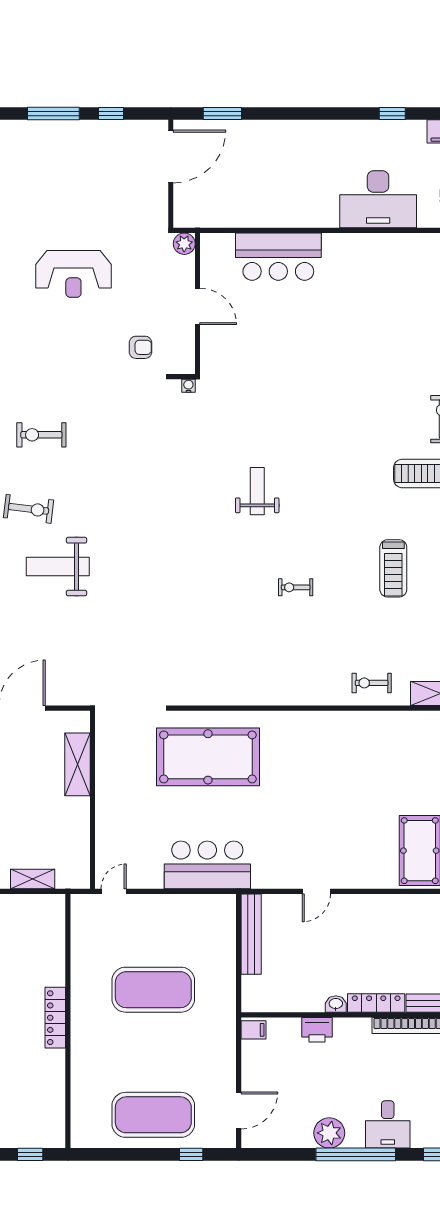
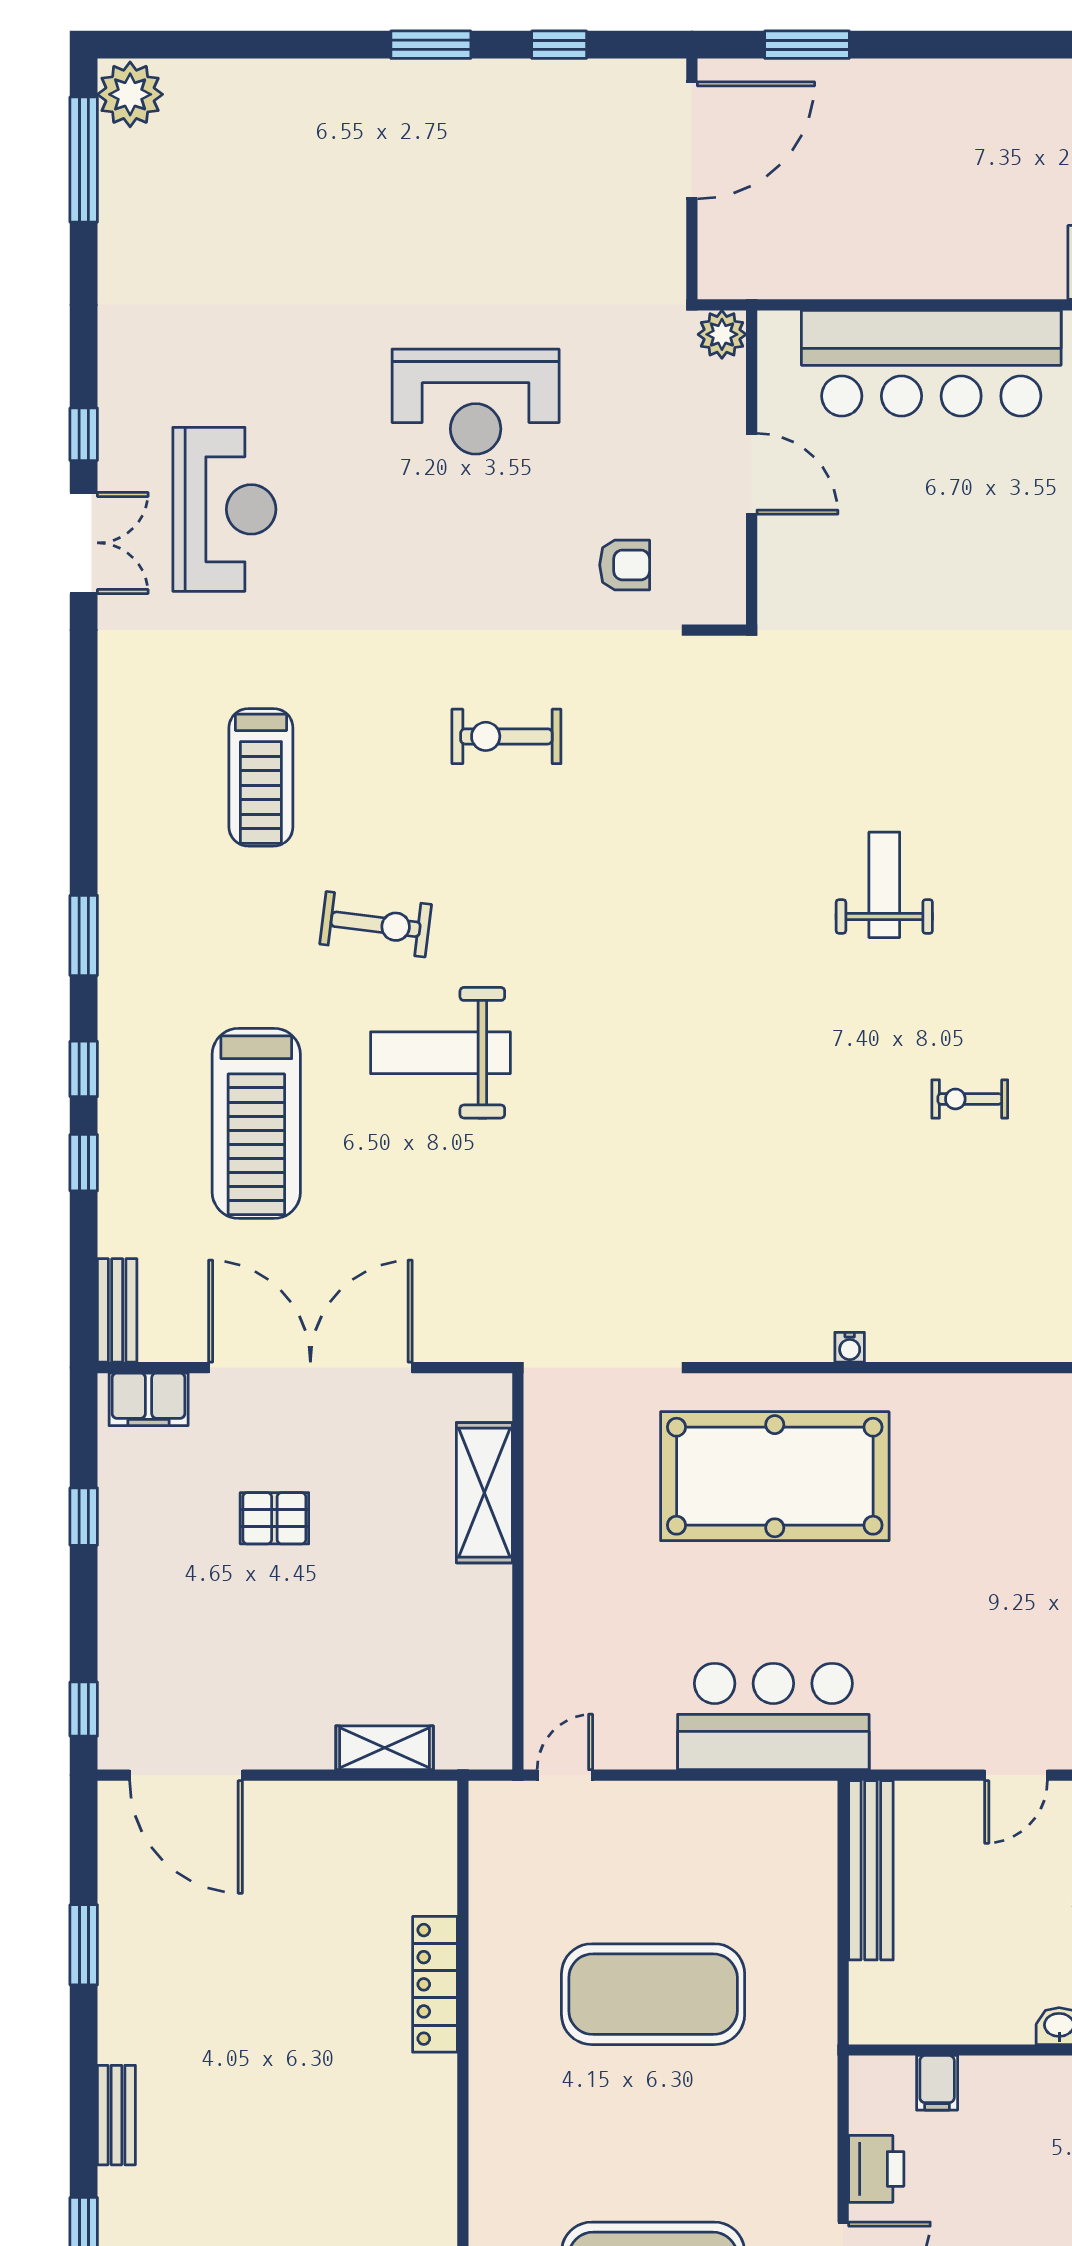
window: (53, 113) -> (431, 45), width x0.69
bar counter: (278, 257) -> (931, 363), width x1.36
water cooler: (188, 386) -> (850, 1347), moved, turned 180
exercise bike: (41, 435) -> (506, 736), moved
locker: (55, 1018) -> (435, 1984), moved
filing cabinet: (253, 1030) -> (937, 2083), moved, turned 90
printer: (317, 1030) -> (876, 2169), moved, turned -90

